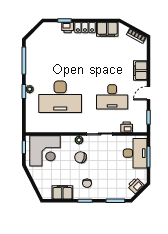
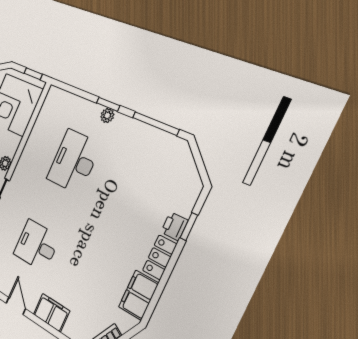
desk: (60, 97) -> (74, 161), width x0.73, depth x0.77
desk: (112, 97) -> (37, 245), width x0.73

